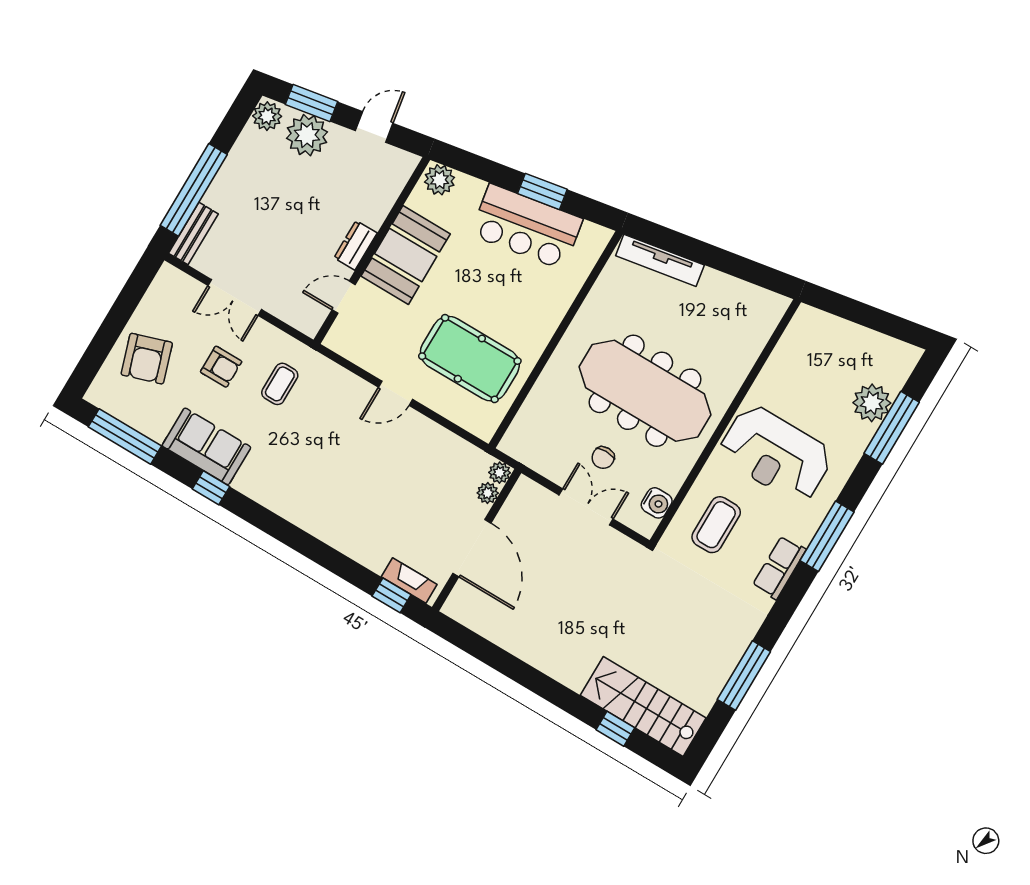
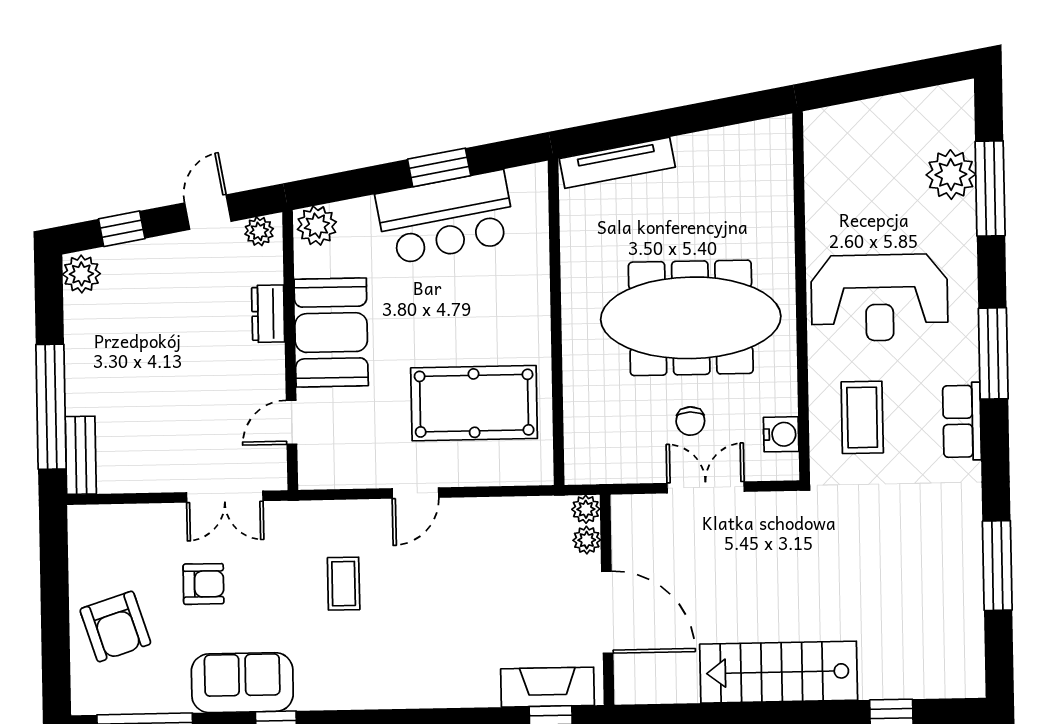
window: (312, 103) -> (122, 229), width x0.67
plant: (307, 135) -> (259, 231), moved, width x0.53, depth x0.53
dresser: (356, 245) -> (268, 314), moved
double door: (235, 297) -> (225, 497), moved
coffee table: (280, 384) -> (344, 584), moved
fireplace: (409, 581) -> (548, 687), width x1.37, depth x1.32
stairs: (643, 707) -> (779, 672), moved

